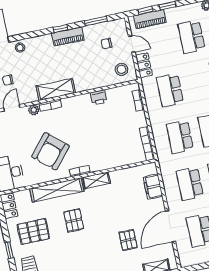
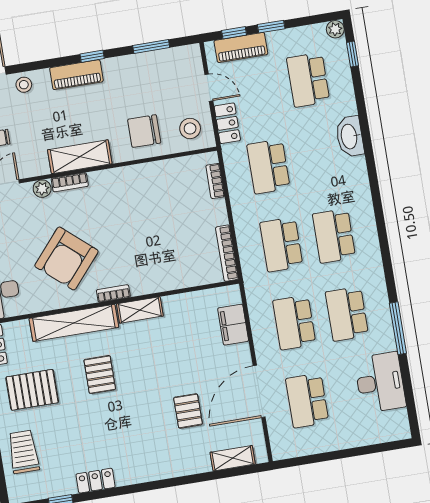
piano: (68, 37) -> (76, 75), moved
chair: (107, 44) -> (144, 131), moved, width x1.87, depth x1.87
printer: (99, 97) -> (150, 173), removed

